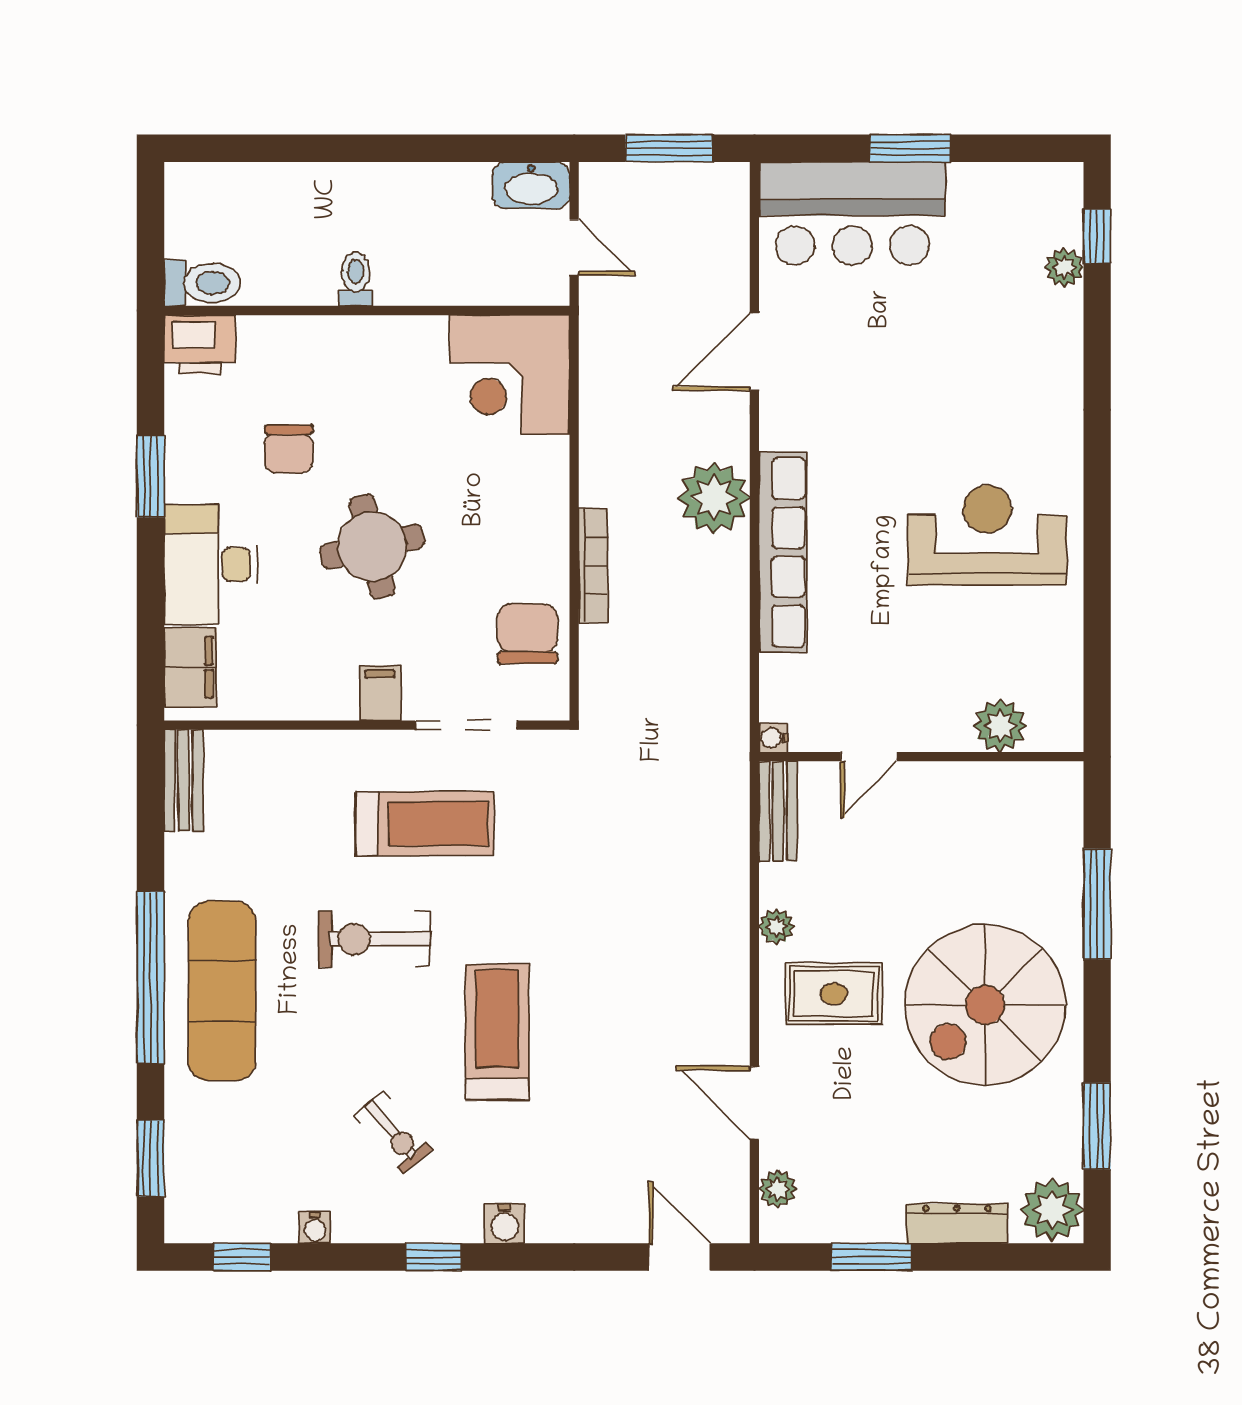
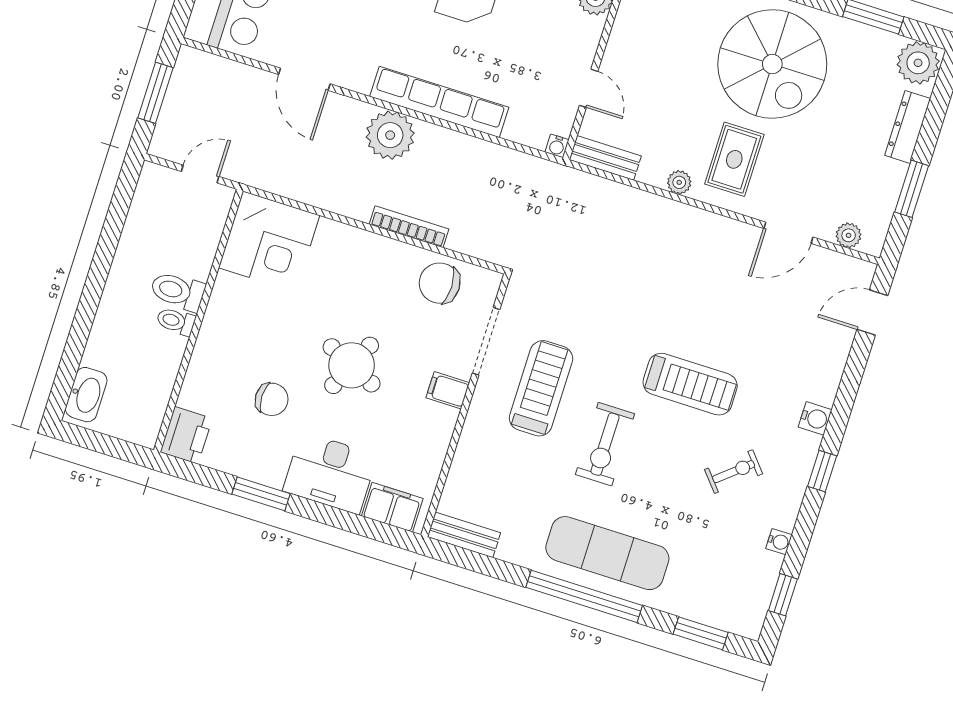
washbasin: (531, 185) -> (86, 395), moved
toilet: (202, 283) -> (178, 291), moved, turned -90
round table: (372, 546) -> (352, 365), turned 38
treadmill: (497, 1032) -> (690, 384), turned 180

